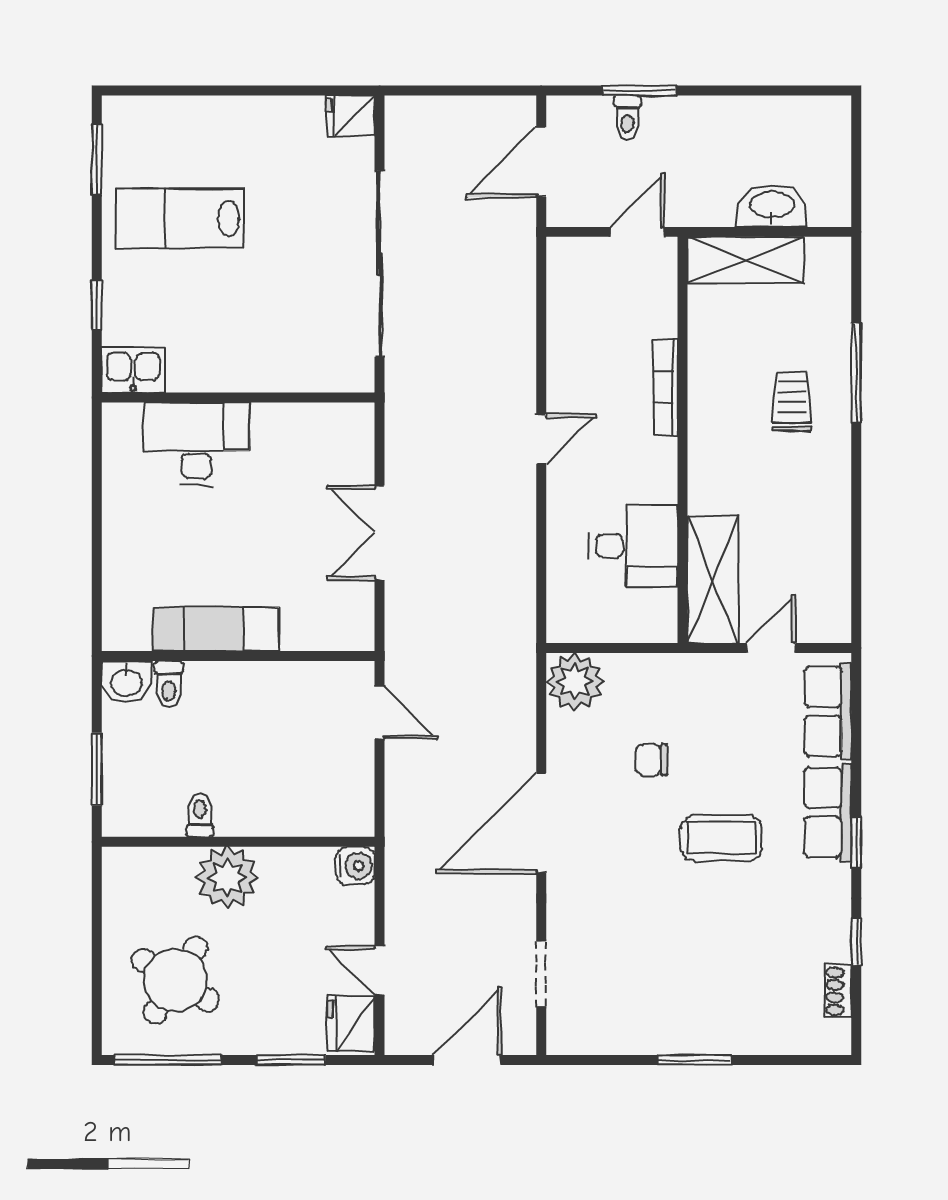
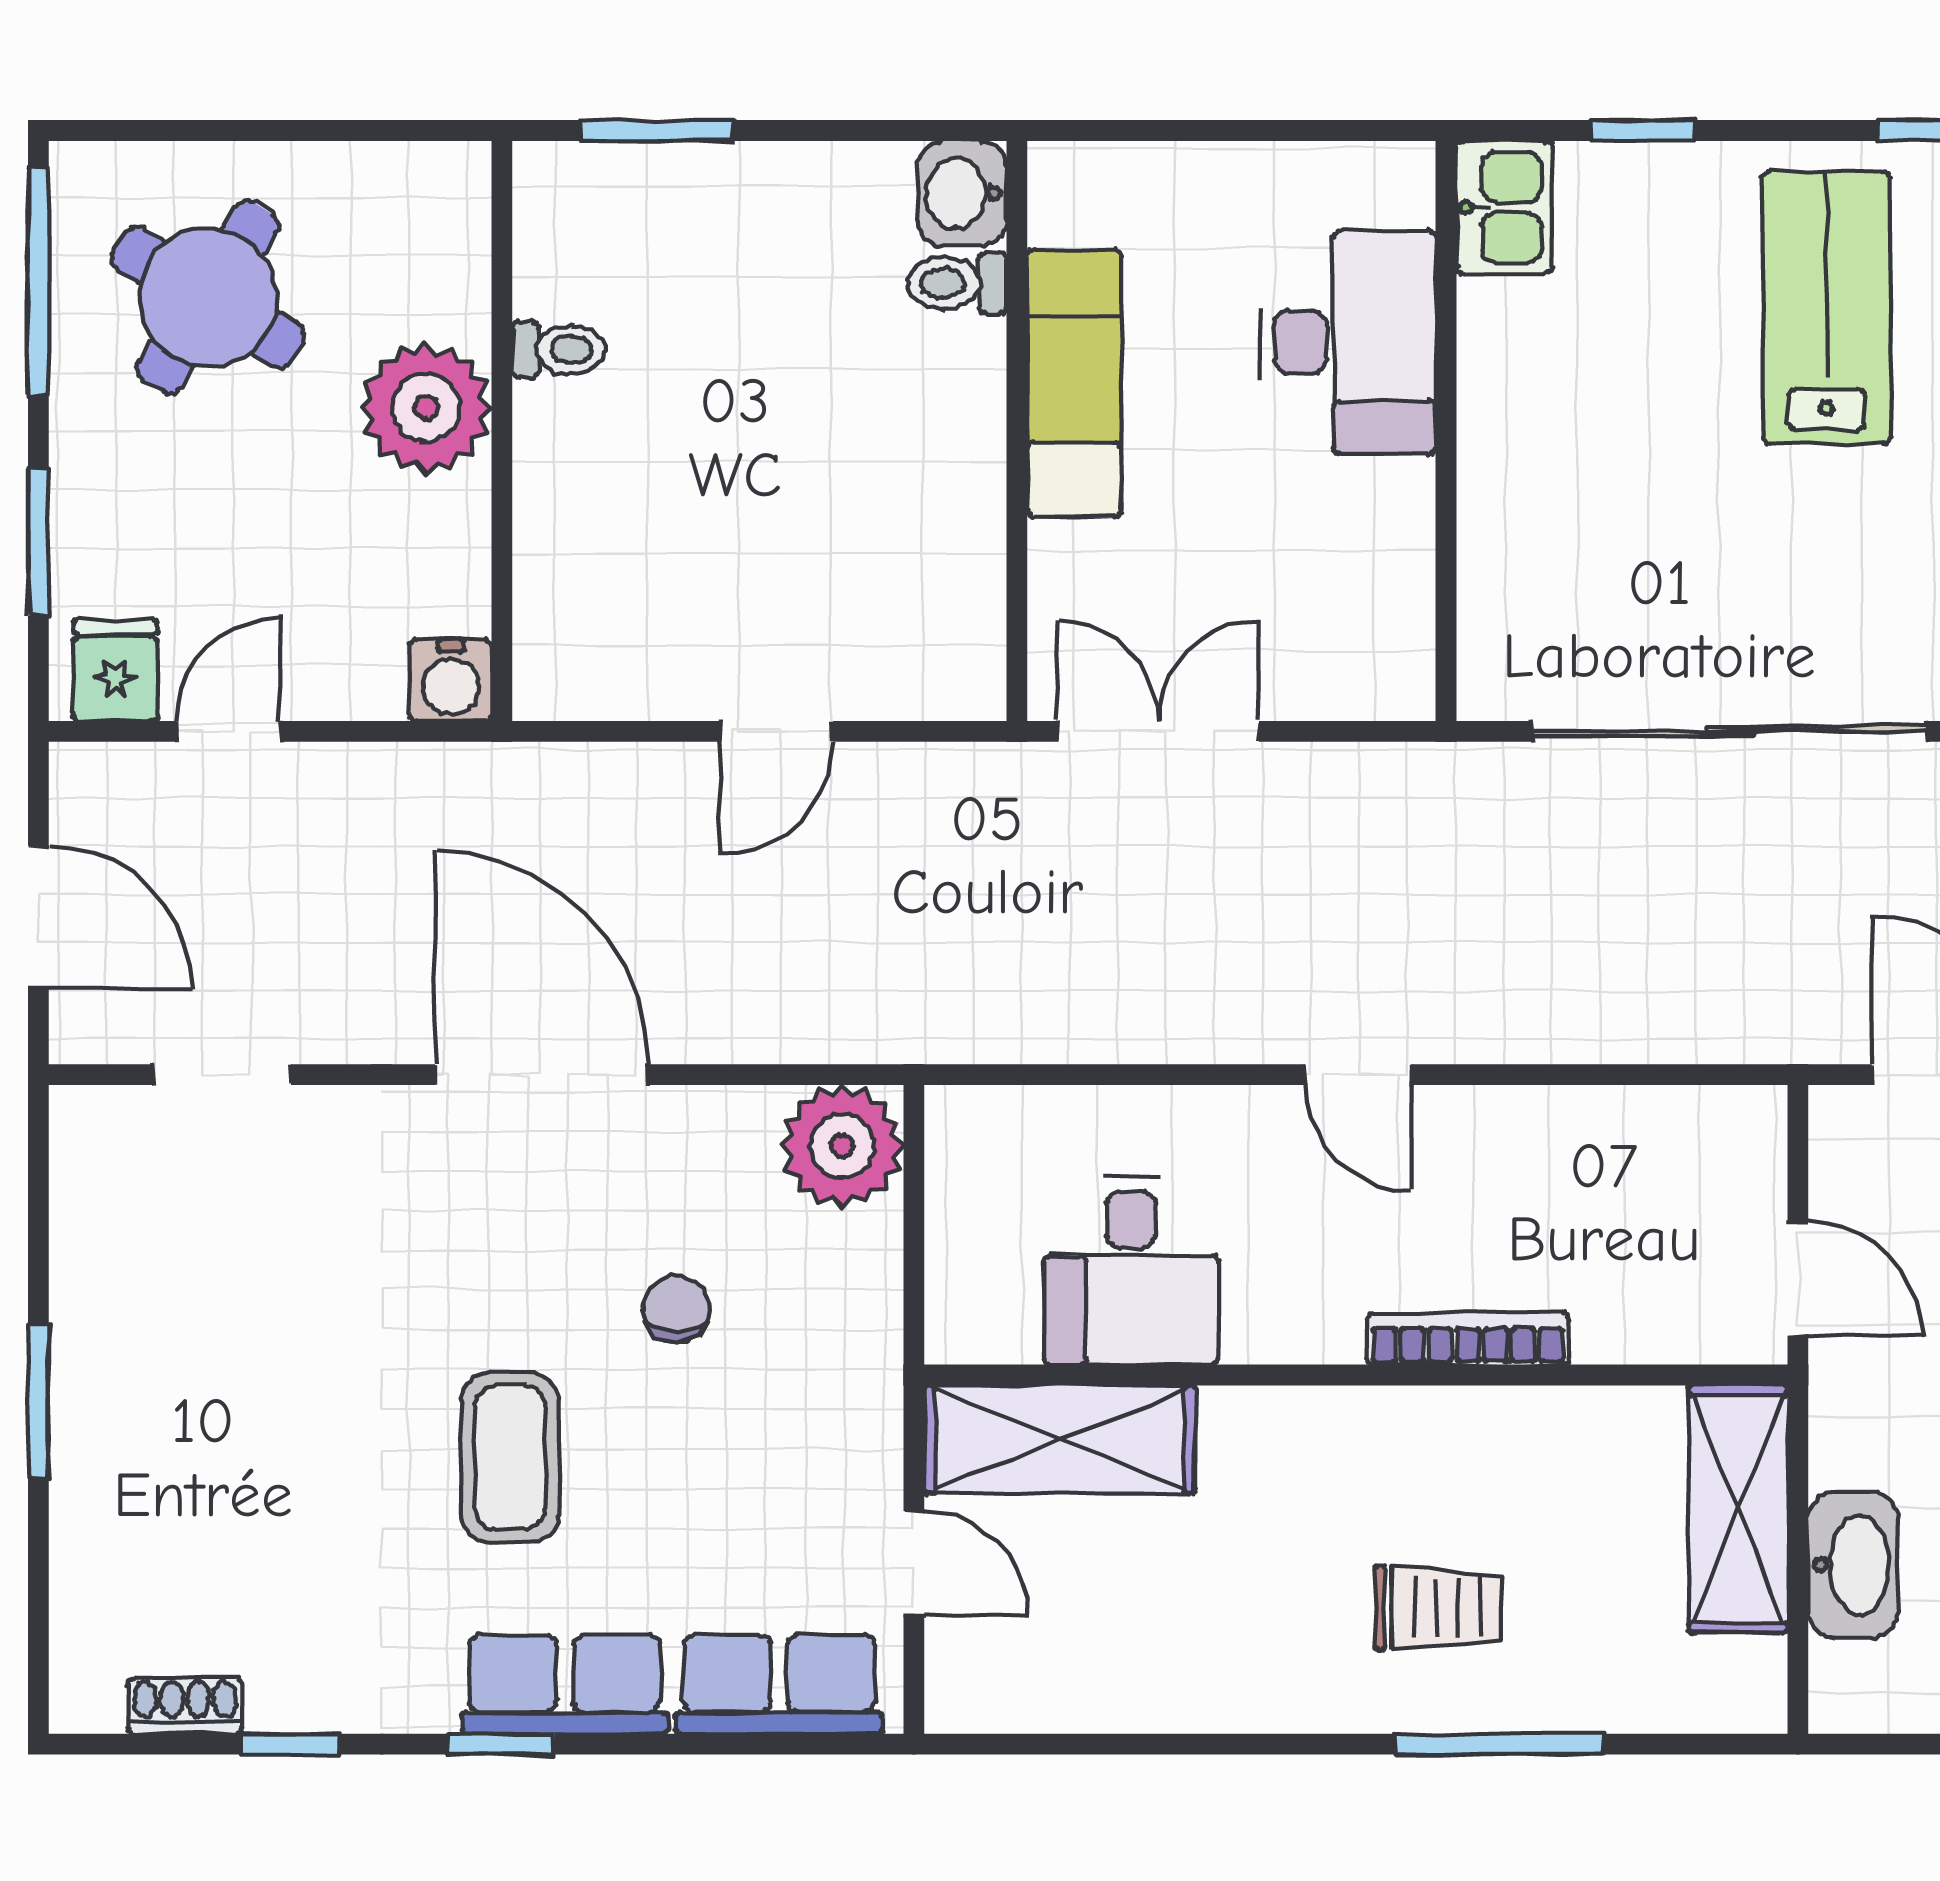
exam couch: (216, 629) -> (1074, 383), moved
wall: (238, 656) -> (1017, 431), moved
washbasin: (126, 682) -> (962, 193), moved
toilet: (169, 684) -> (957, 283), moved
fridge: (351, 1024) -> (115, 671), width x0.72

